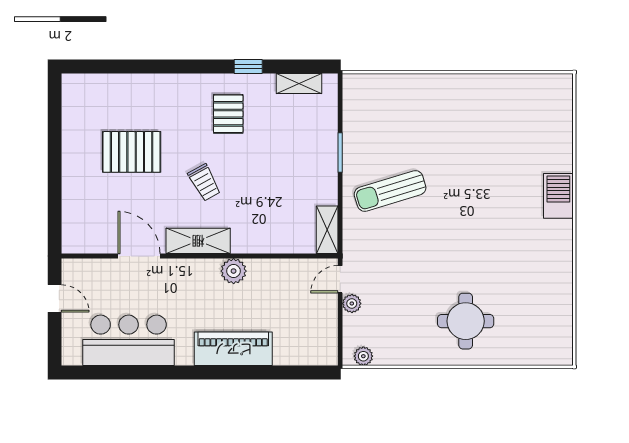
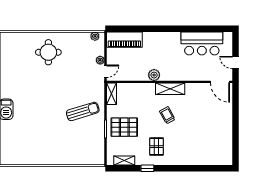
pallet: (132, 152) -> (124, 127), moved
door: (139, 256) -> (220, 82), moved
piano: (233, 349) -> (124, 40), moved

